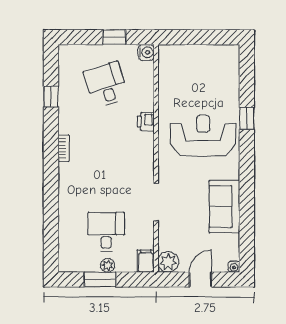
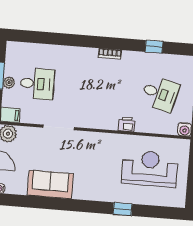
desk: (106, 85) -> (160, 94), turned 33
reception desk: (203, 136) -> (150, 169), moved, turned -90

